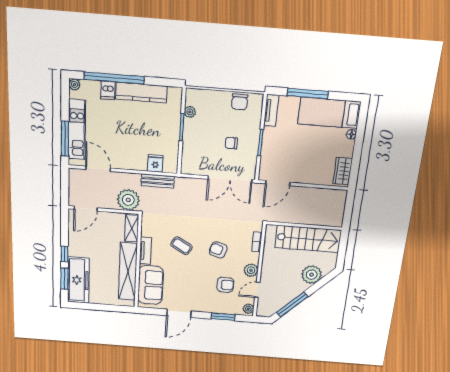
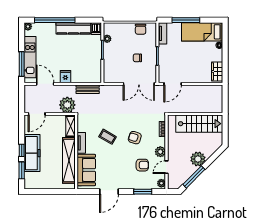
dishwasher: (108, 90) -> (96, 29), moved
fridge: (155, 163) -> (65, 77), moved
plant: (312, 275) -> (198, 159), moved
freezer: (78, 280) -> (32, 153), moved

